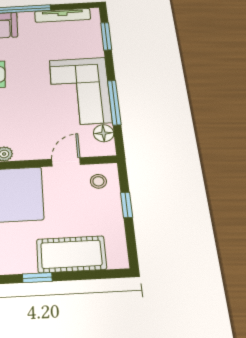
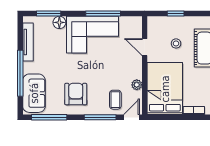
floor lamp: (104, 133) -> (59, 22), moved
stool: (98, 181) -> (176, 43), moved

